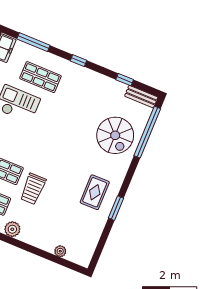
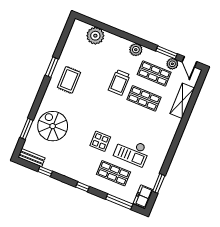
display table: (57, 117) -> (100, 141), added
window: (147, 132) -> (27, 129), width x0.47
trolley: (33, 189) -> (119, 82), turned 180
plant: (60, 251) -> (95, 36), width x1.88, depth x1.88

